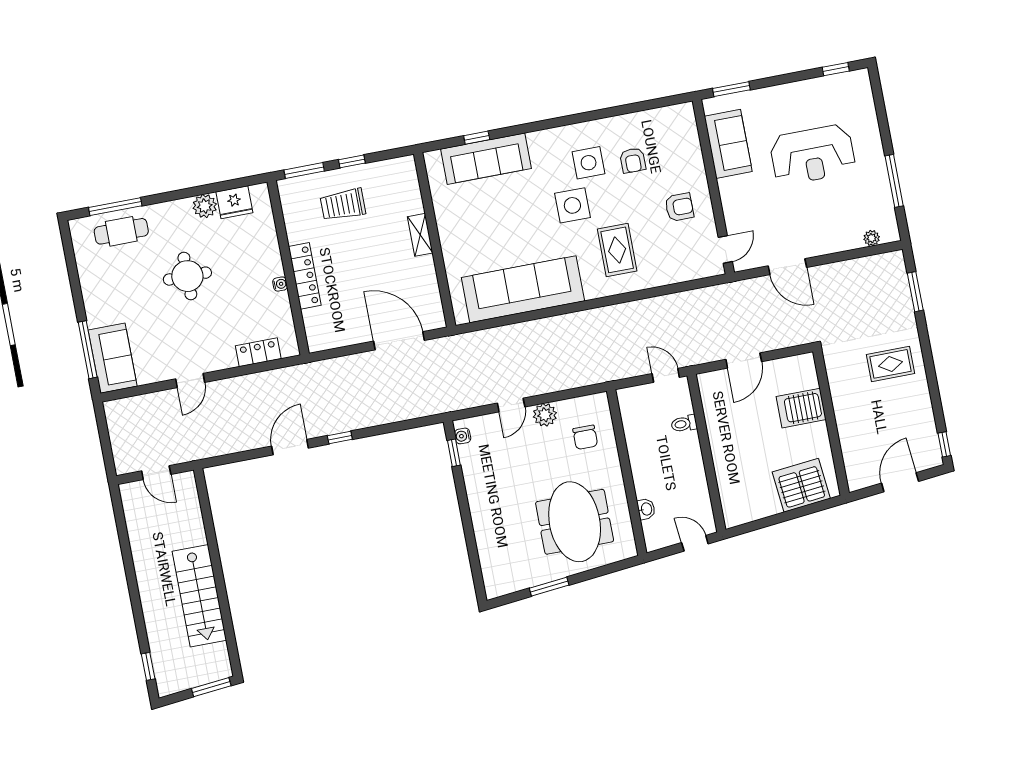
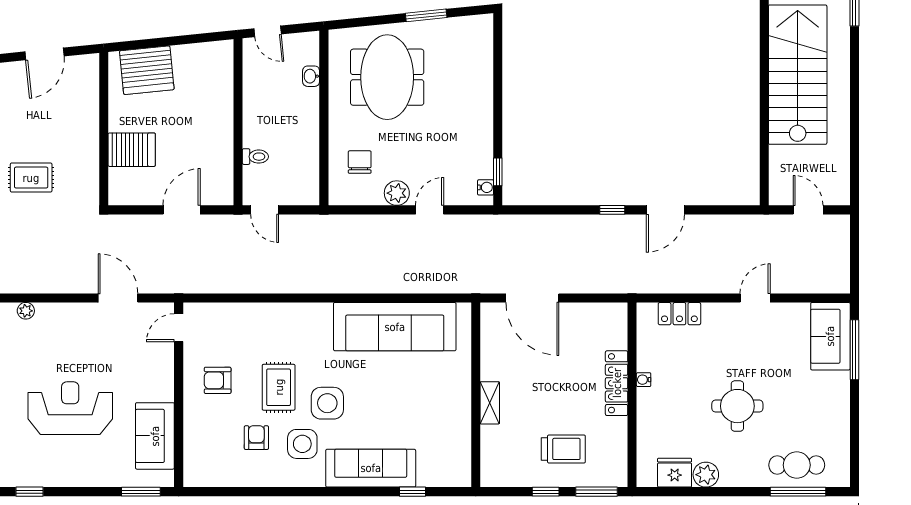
sofa: (486, 159) -> (371, 468), moved
rug: (617, 250) -> (279, 387), moved
stairs: (199, 596) -> (798, 75), width x1.36, depth x1.51

